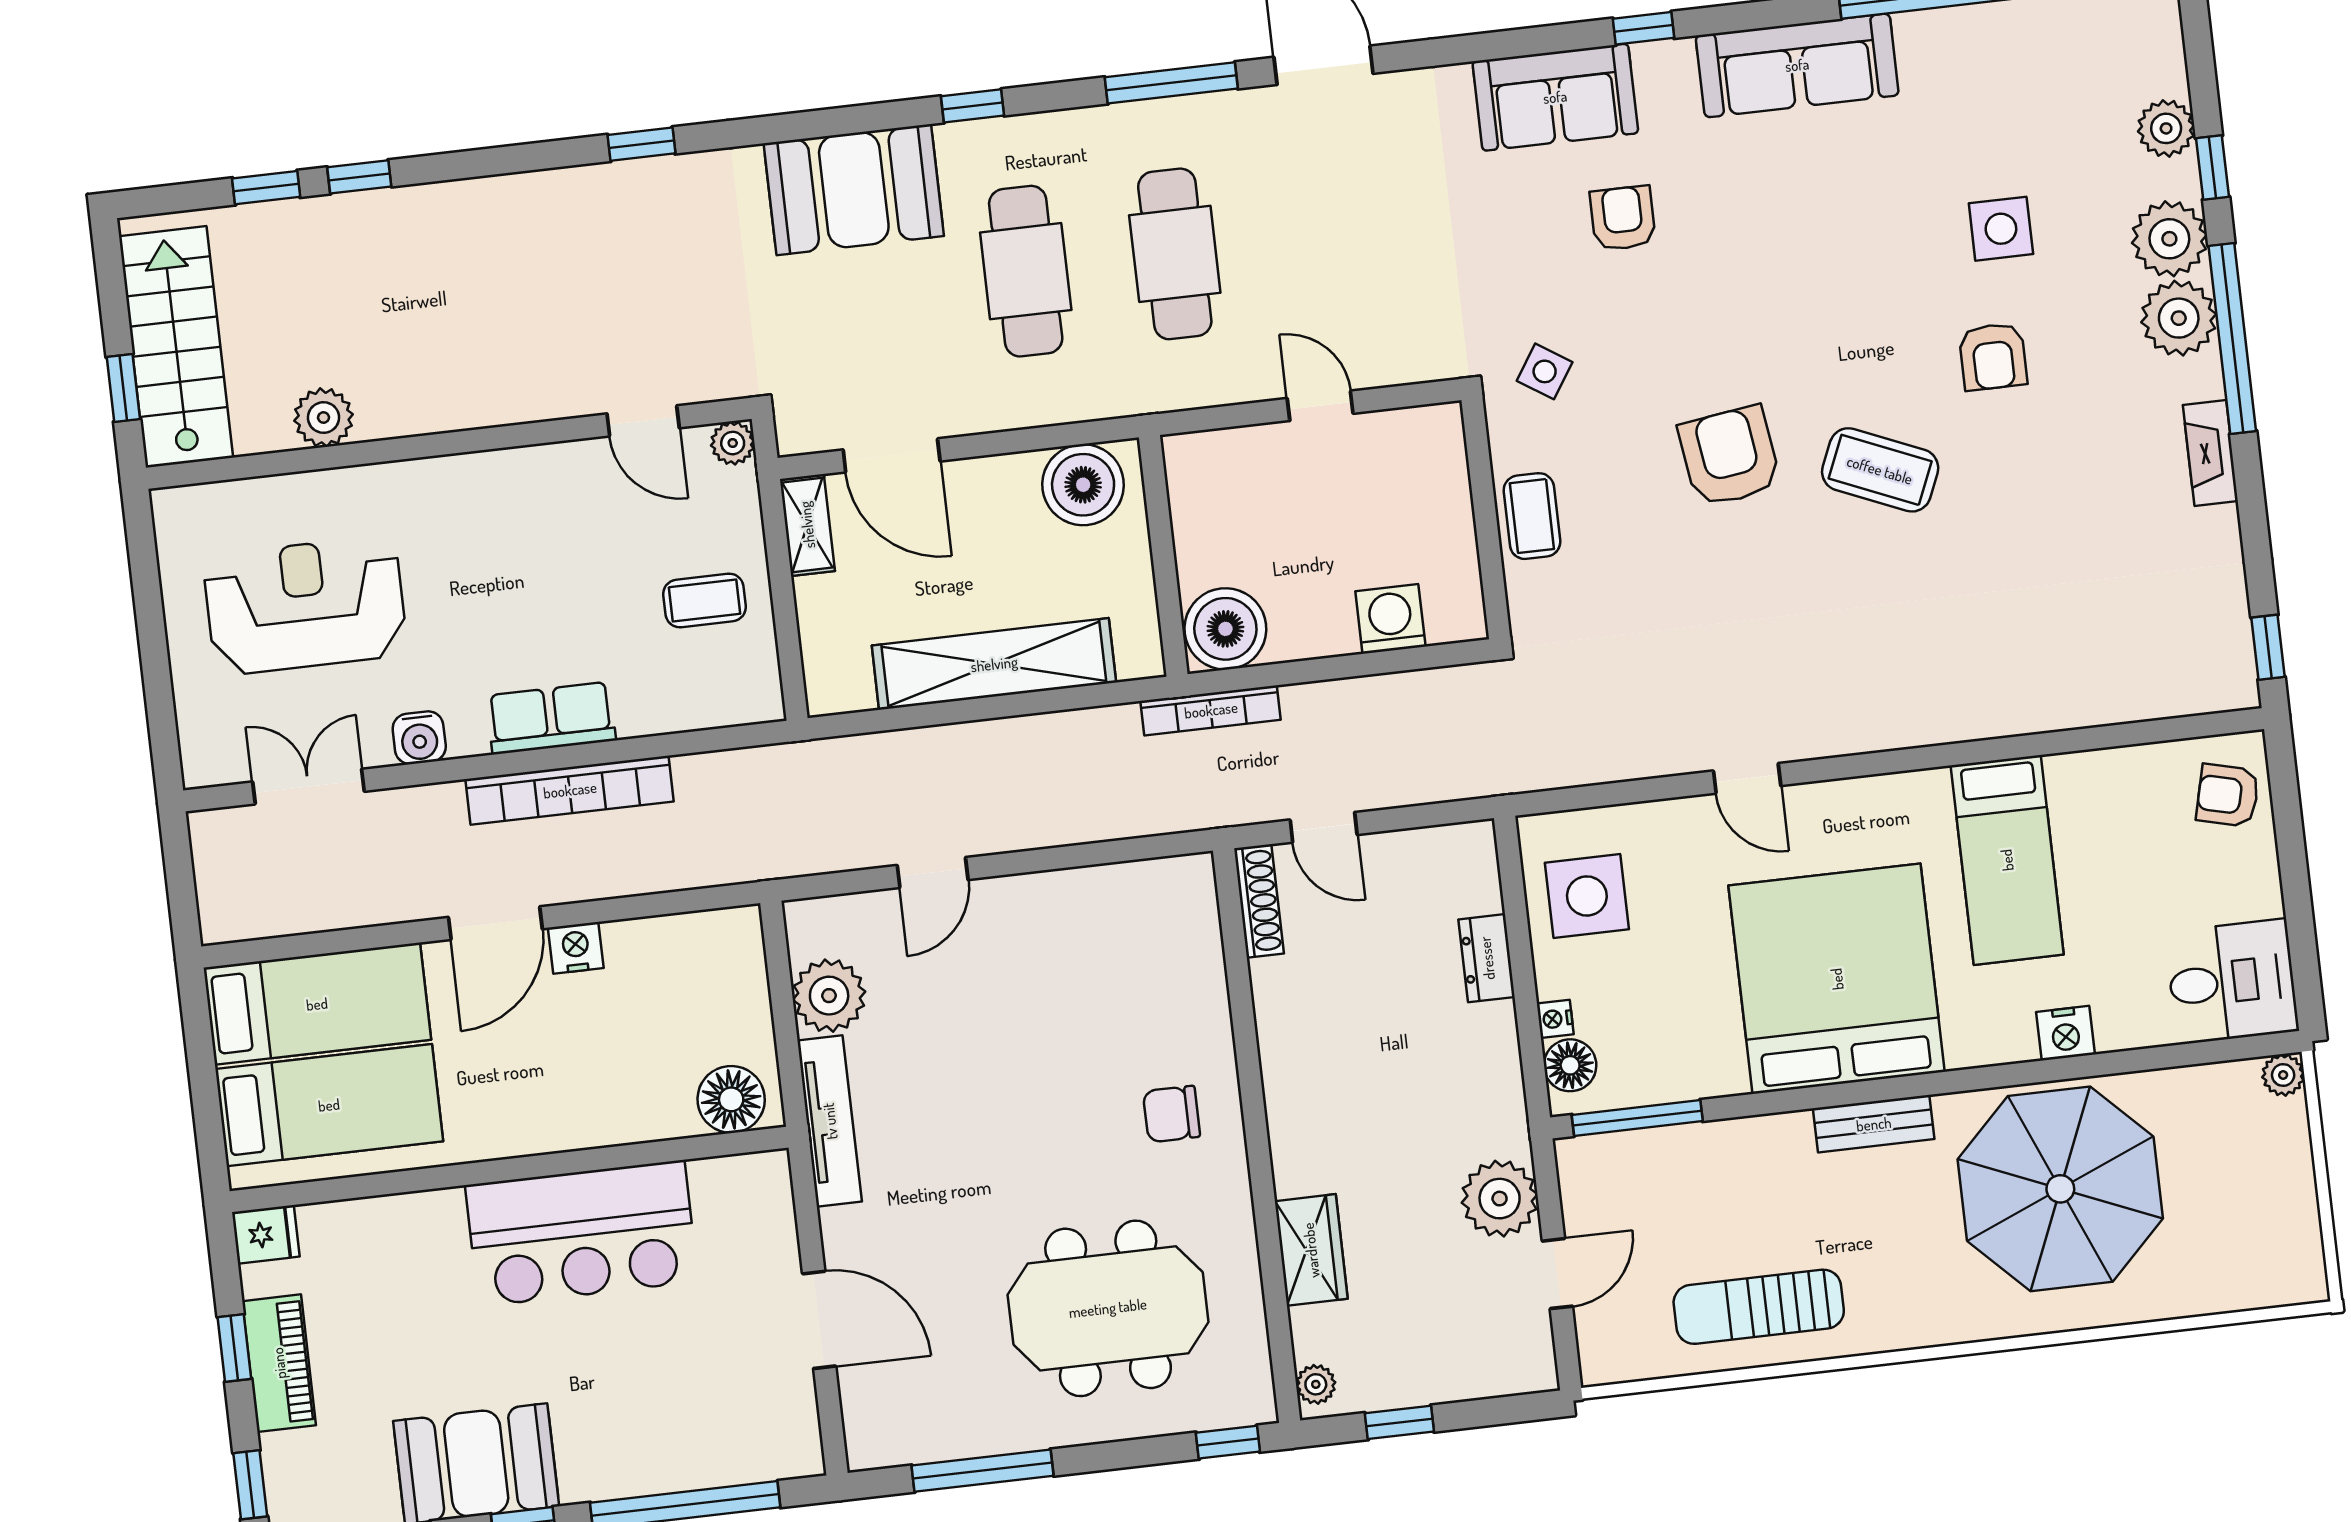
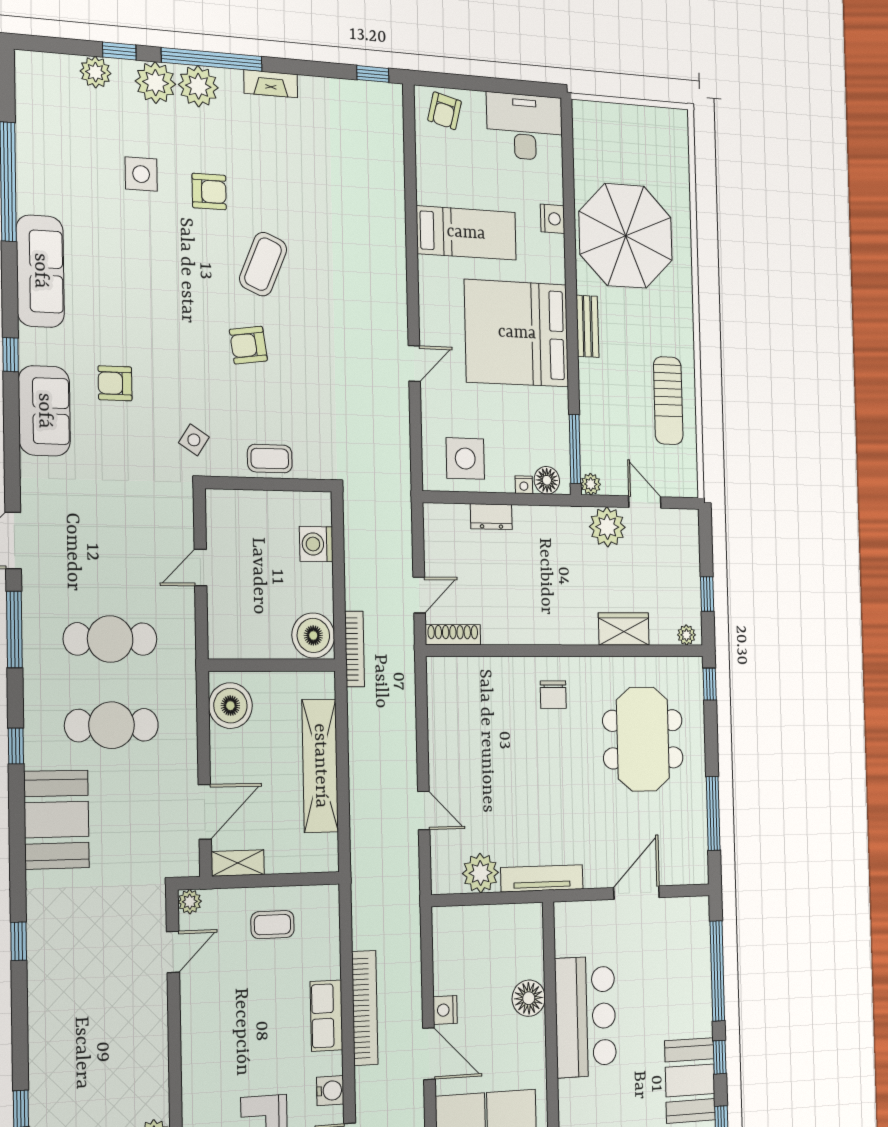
armchair: (1730, 456) -> (248, 345), width x0.72, depth x0.72
coffee table: (705, 600) -> (272, 925), turned 90
desk: (2232, 981) -> (525, 127), width x1.37
plant: (2283, 1075) -> (591, 484), moved
floor lamp: (731, 1099) -> (529, 998), moved

